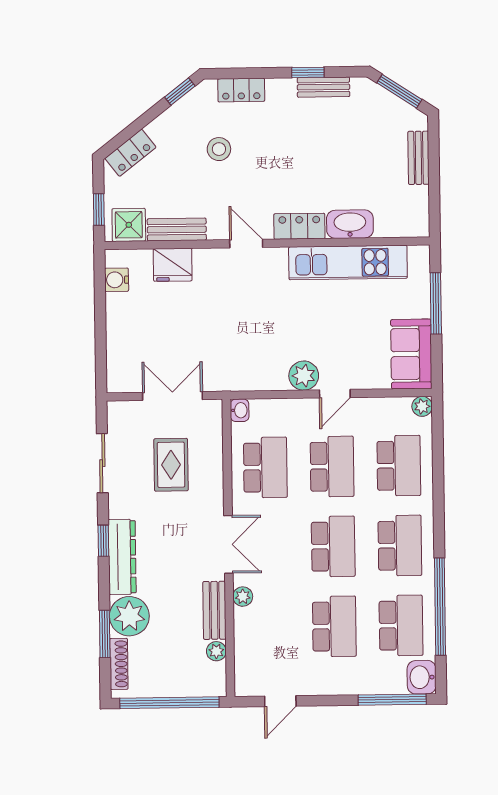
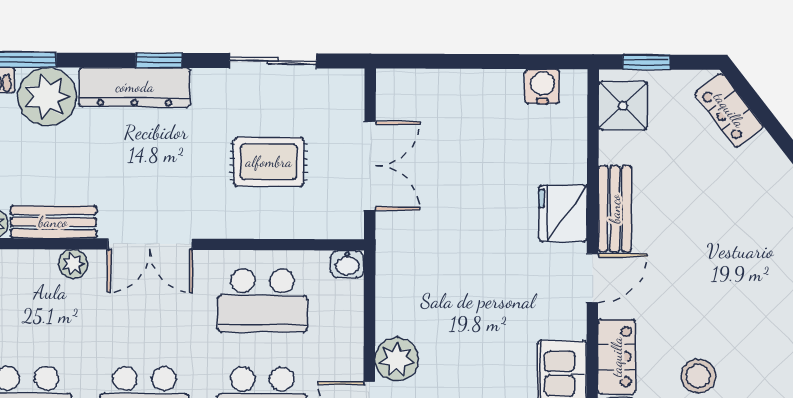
stool: (219, 149) -> (698, 376), moved
bench: (177, 230) -> (615, 209), moved
fridge: (173, 265) -> (563, 213), moved

